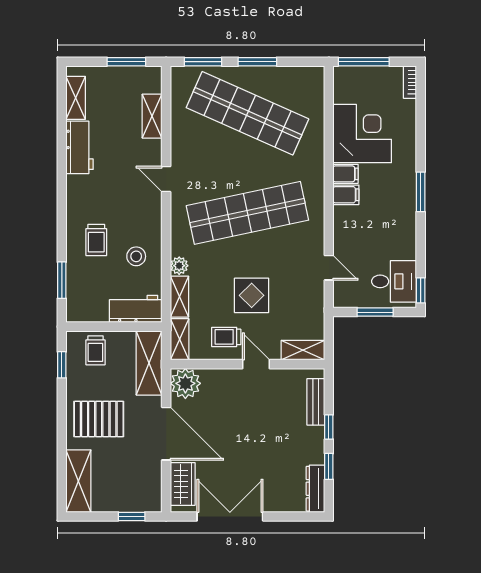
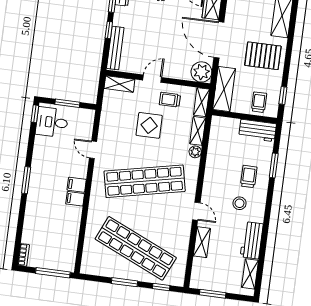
window: (203, 62) -> (161, 287), width x0.67
shelving: (152, 116) -> (202, 242), moved
corner desk: (362, 134) -> (60, 225), removed
stool: (136, 256) -> (239, 203), moved
door: (329, 268) -> (93, 150), moved
window: (62, 280) -> (274, 166), moved
workbench: (136, 309) -> (258, 130), moved
trolley: (226, 337) -> (170, 100), turned 180
door: (256, 364) -> (152, 79), swing flipped
bench: (316, 402) -> (115, 48), width x1.36

